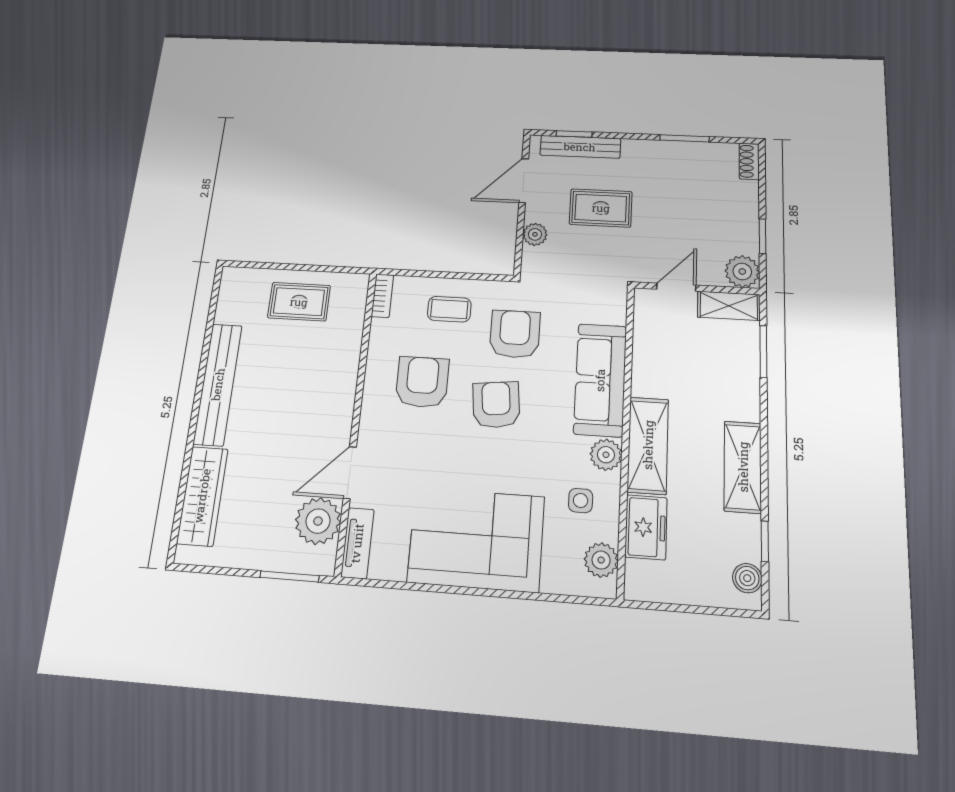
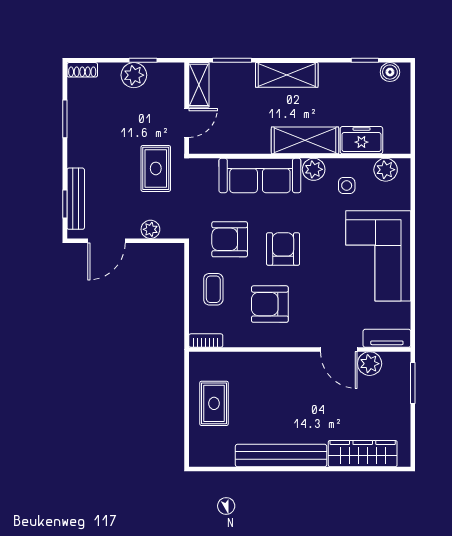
door: (524, 181) -> (106, 241), hinge flipped
rug: (601, 208) -> (156, 168), moved
plant: (742, 272) -> (134, 75), moved
door: (676, 287) -> (187, 123), swing flipped
armchair: (496, 405) -> (283, 249), turned 96
shelving: (743, 467) -> (287, 75), moved
plant: (318, 521) -> (370, 364), width x0.73, depth x0.73

